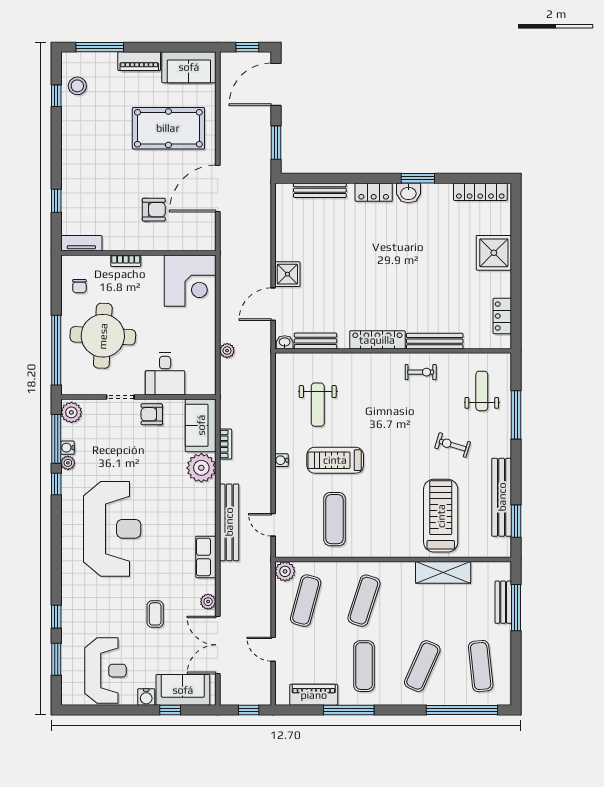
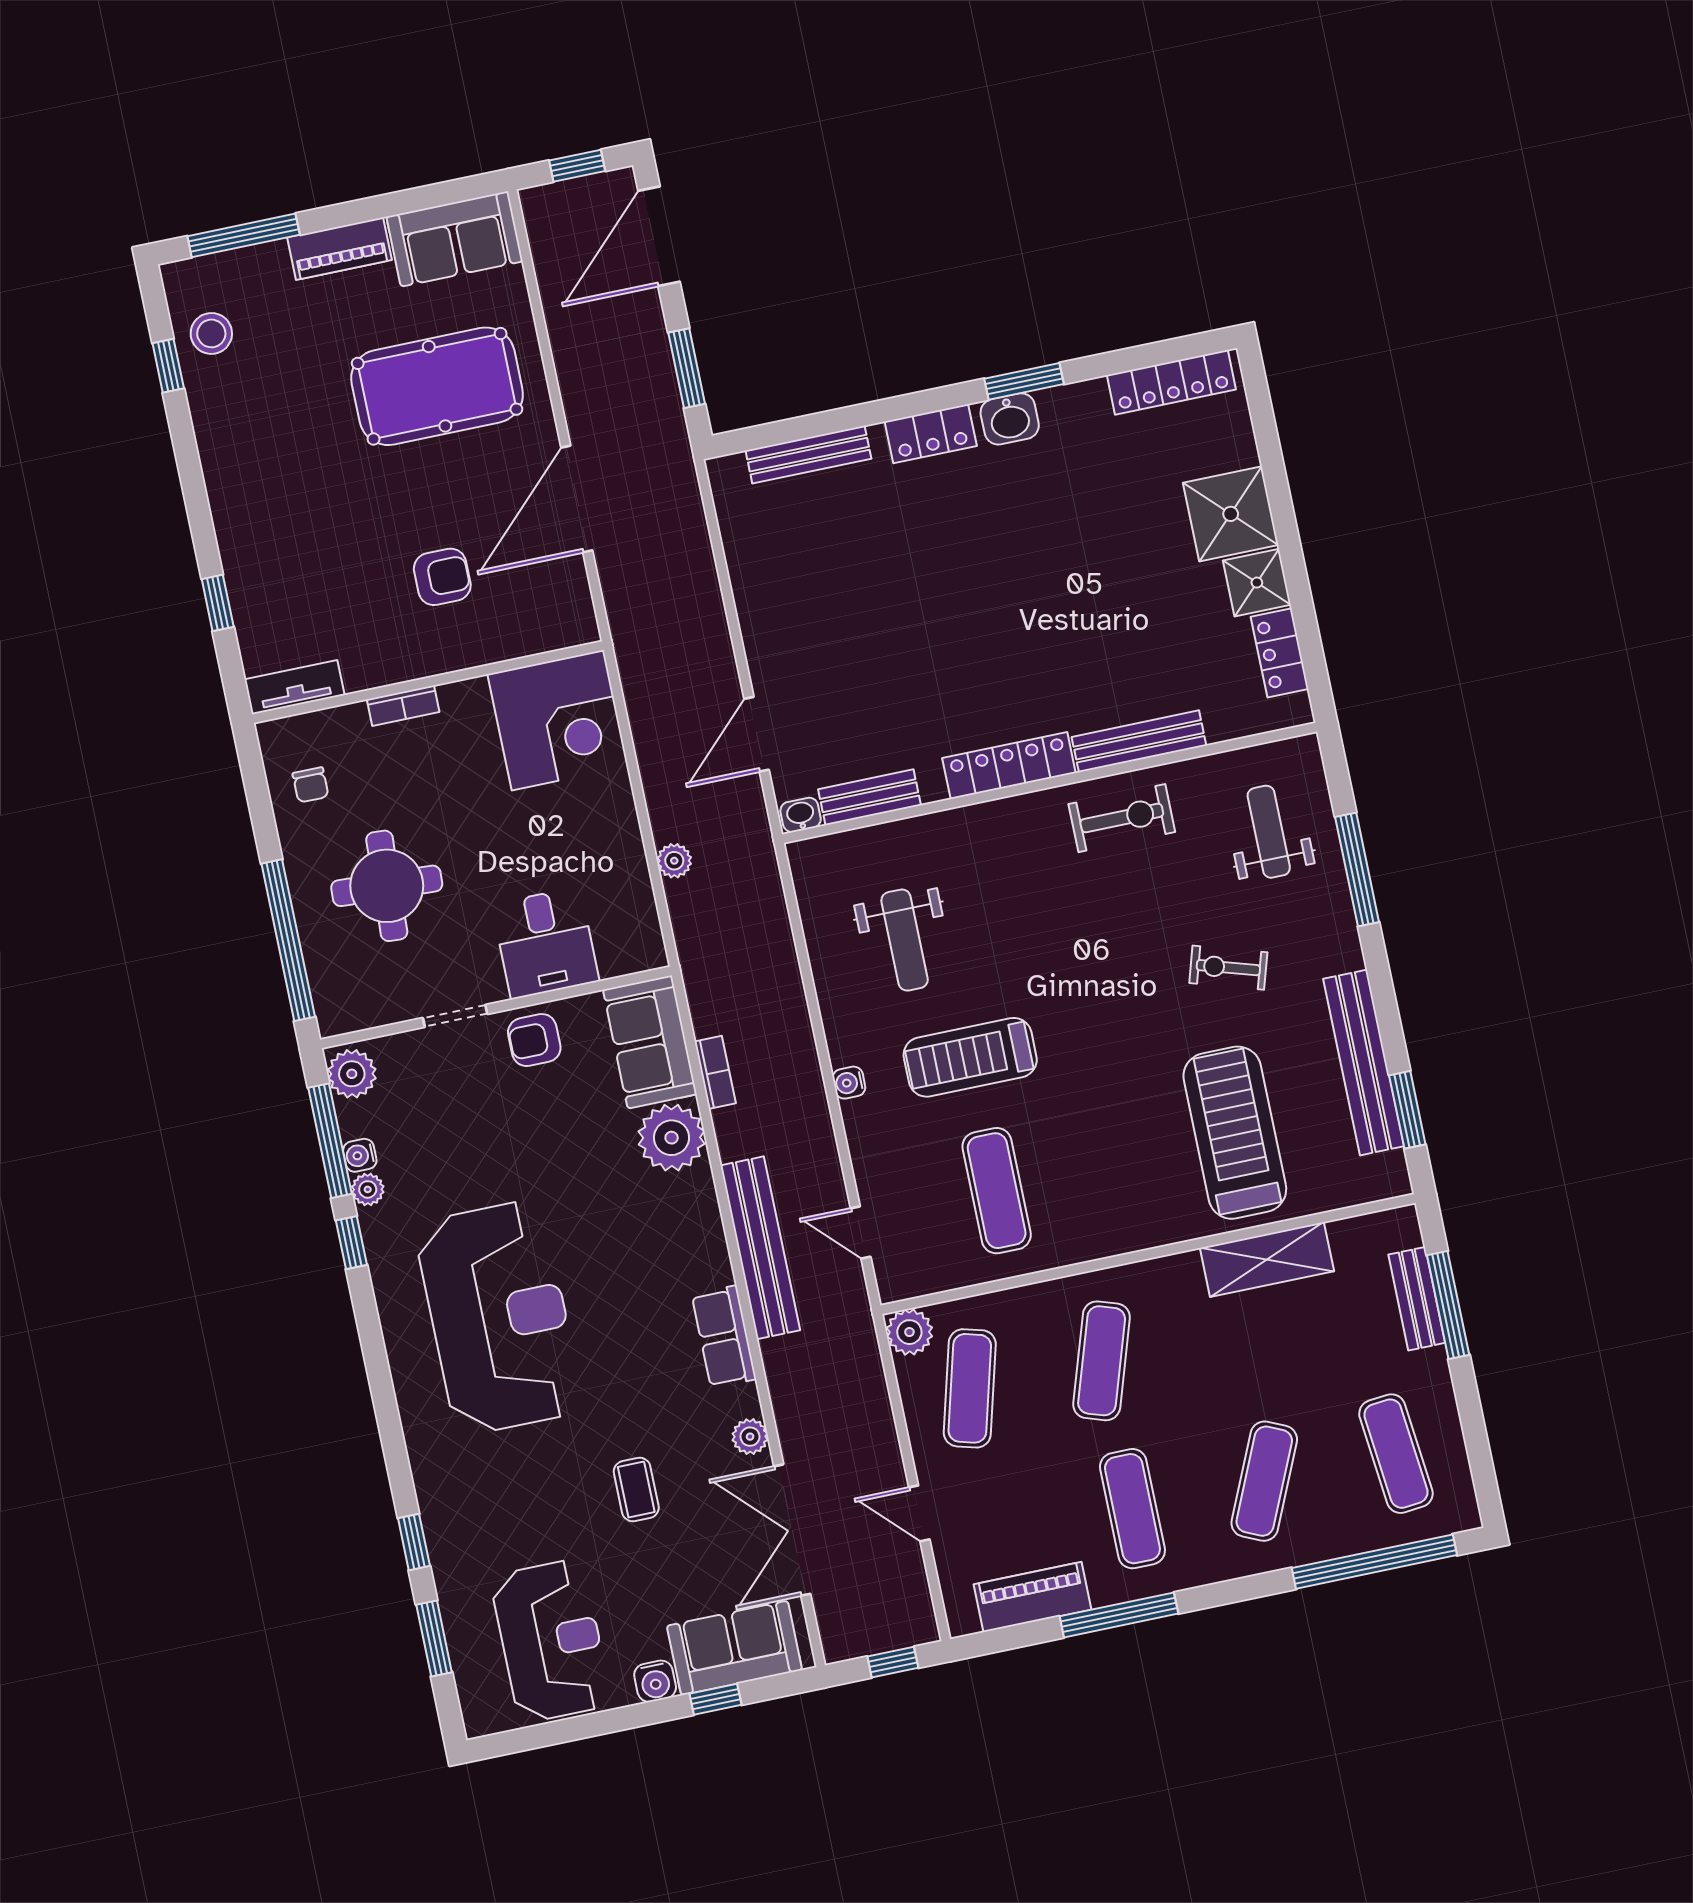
shower: (287, 274) -> (1257, 583), moved
round table: (103, 336) -> (387, 886), width x0.73, depth x0.73
exercise bike: (421, 372) -> (1122, 818), width x1.38, depth x1.39

